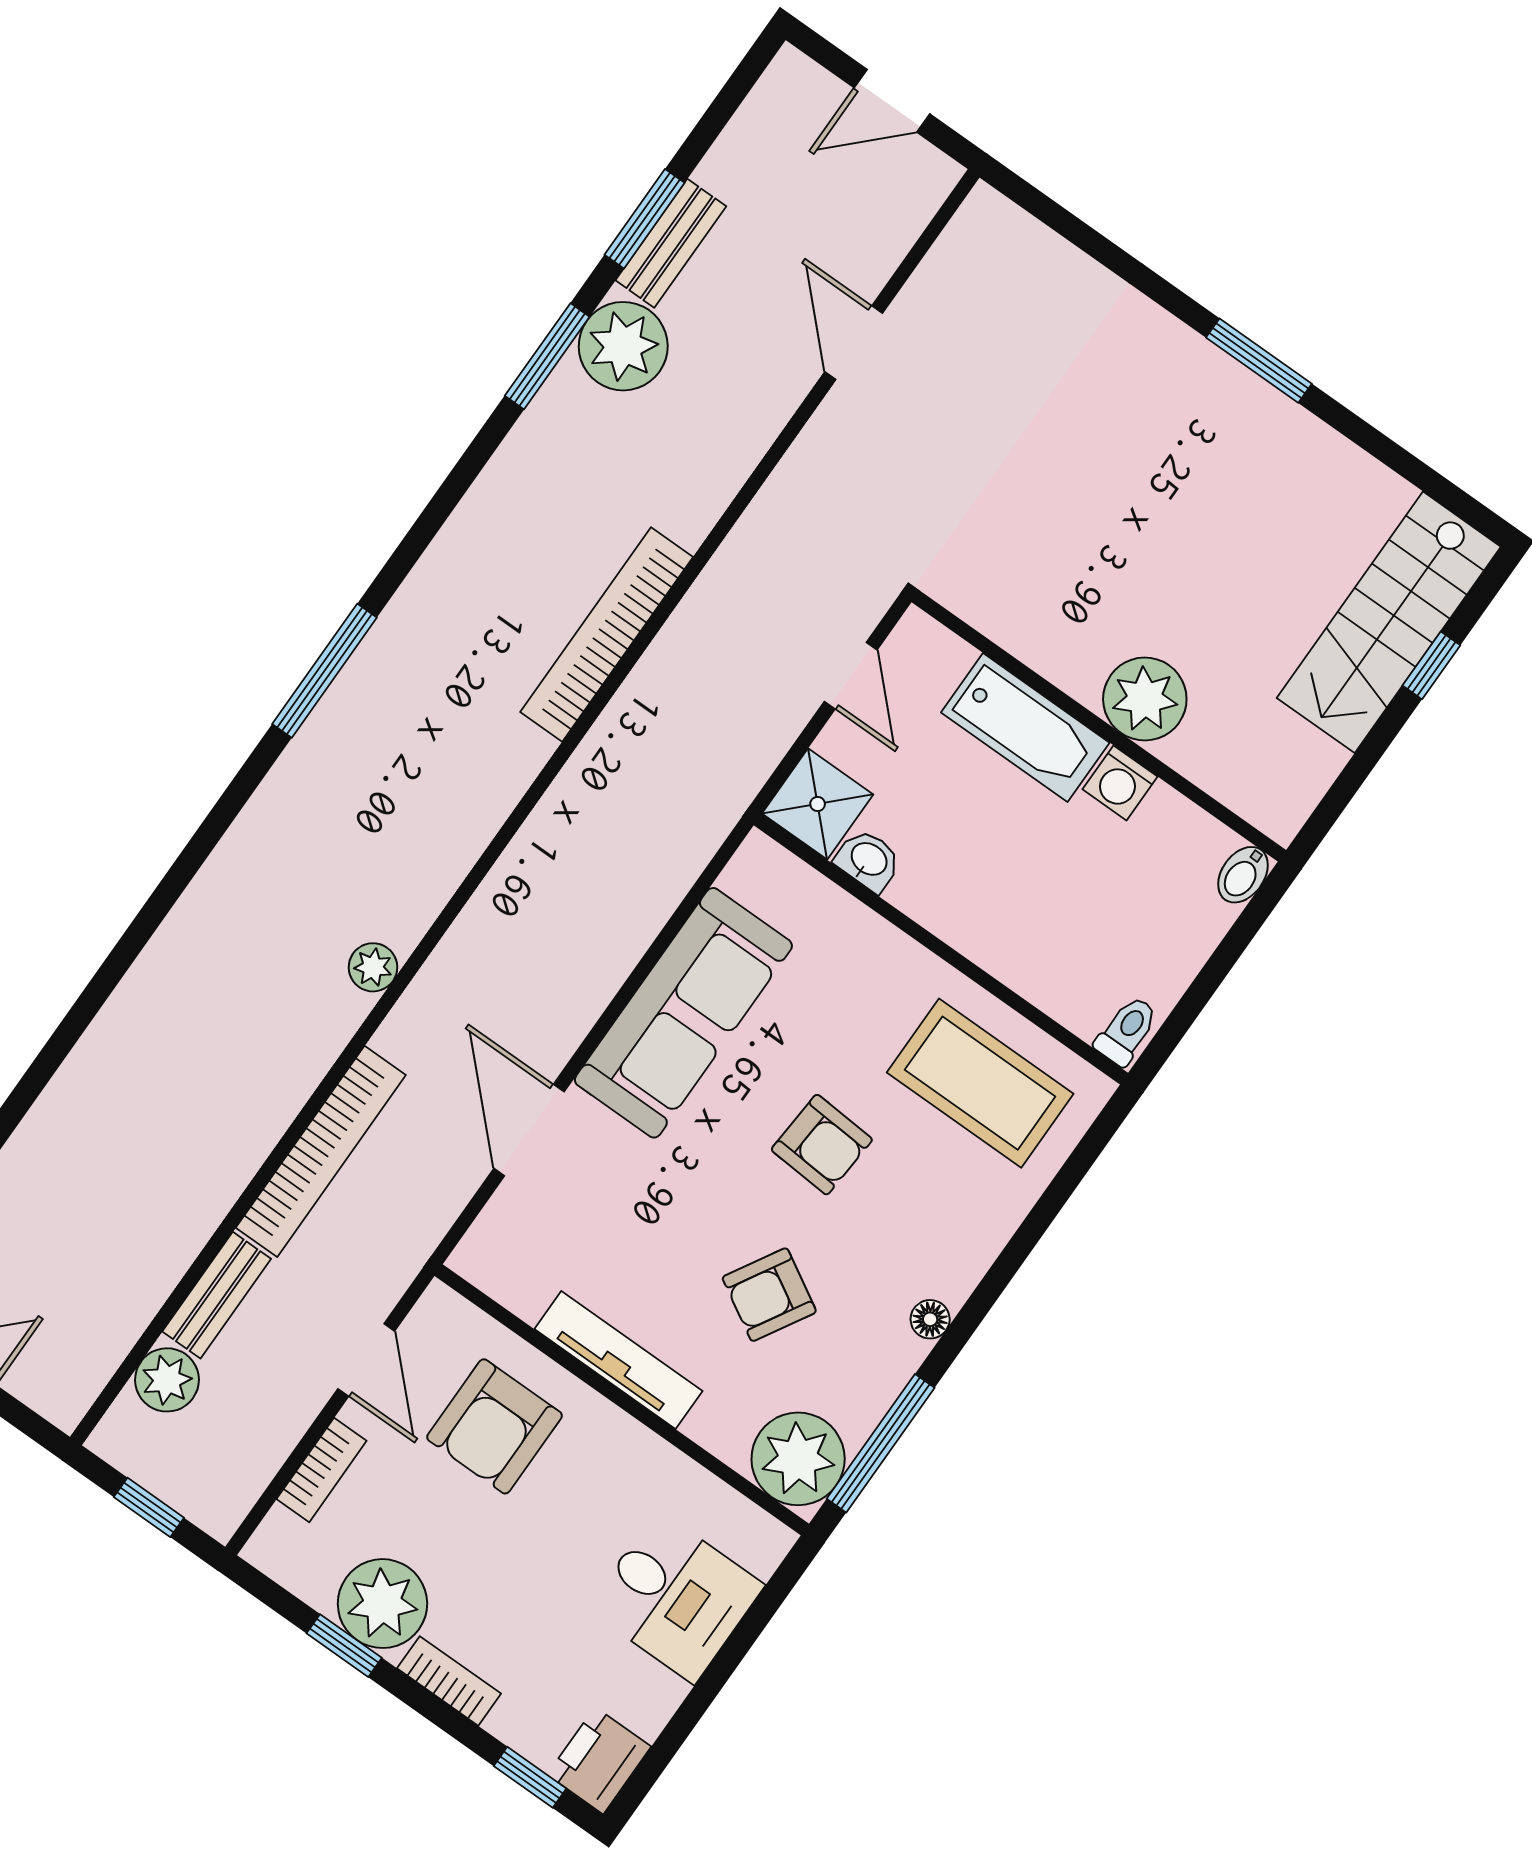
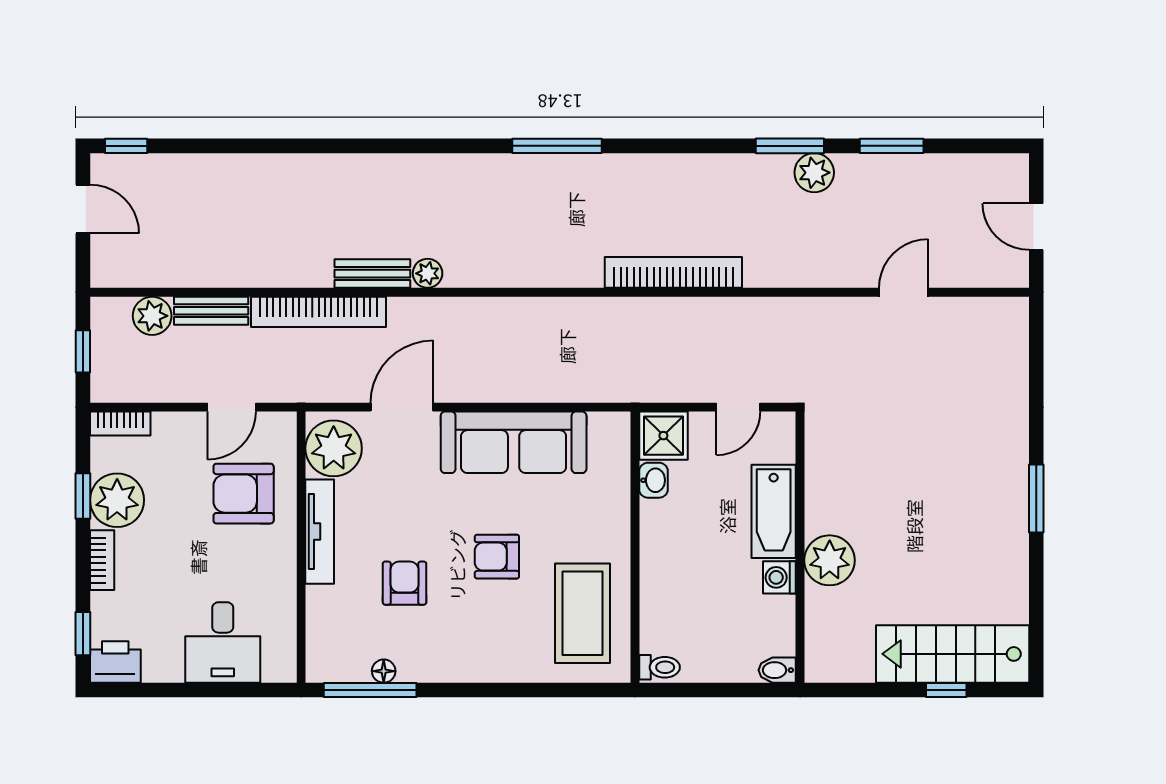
bench: (671, 243) -> (372, 274), moved
plant: (623, 346) -> (814, 173), width x0.73, depth x0.73
armchair: (822, 1145) -> (497, 557), turned 86
armchair: (769, 1295) -> (405, 583), turned 60
floor lamp: (930, 1319) -> (384, 671), moved
plant: (798, 1459) -> (334, 448), moved
bookcase: (322, 1470) -> (120, 424), moved

